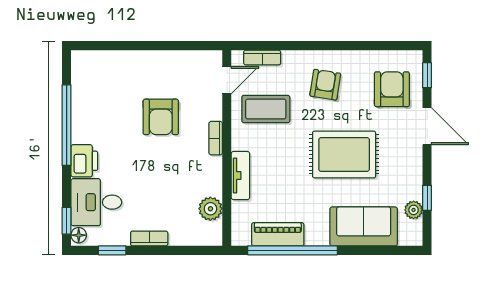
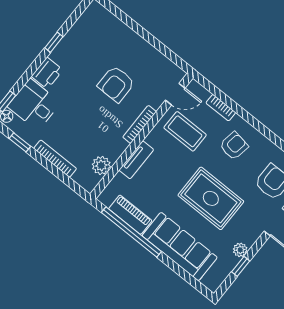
bookcase: (262, 58) -> (221, 108), moved
window: (67, 125) -> (54, 42), width x0.32
bookcase: (216, 138) -> (140, 124), width x1.56
plant: (414, 210) -> (240, 250), moved
sofa: (364, 226) -> (180, 247), width x1.36
bookcase: (149, 239) -> (55, 159), width x1.56

